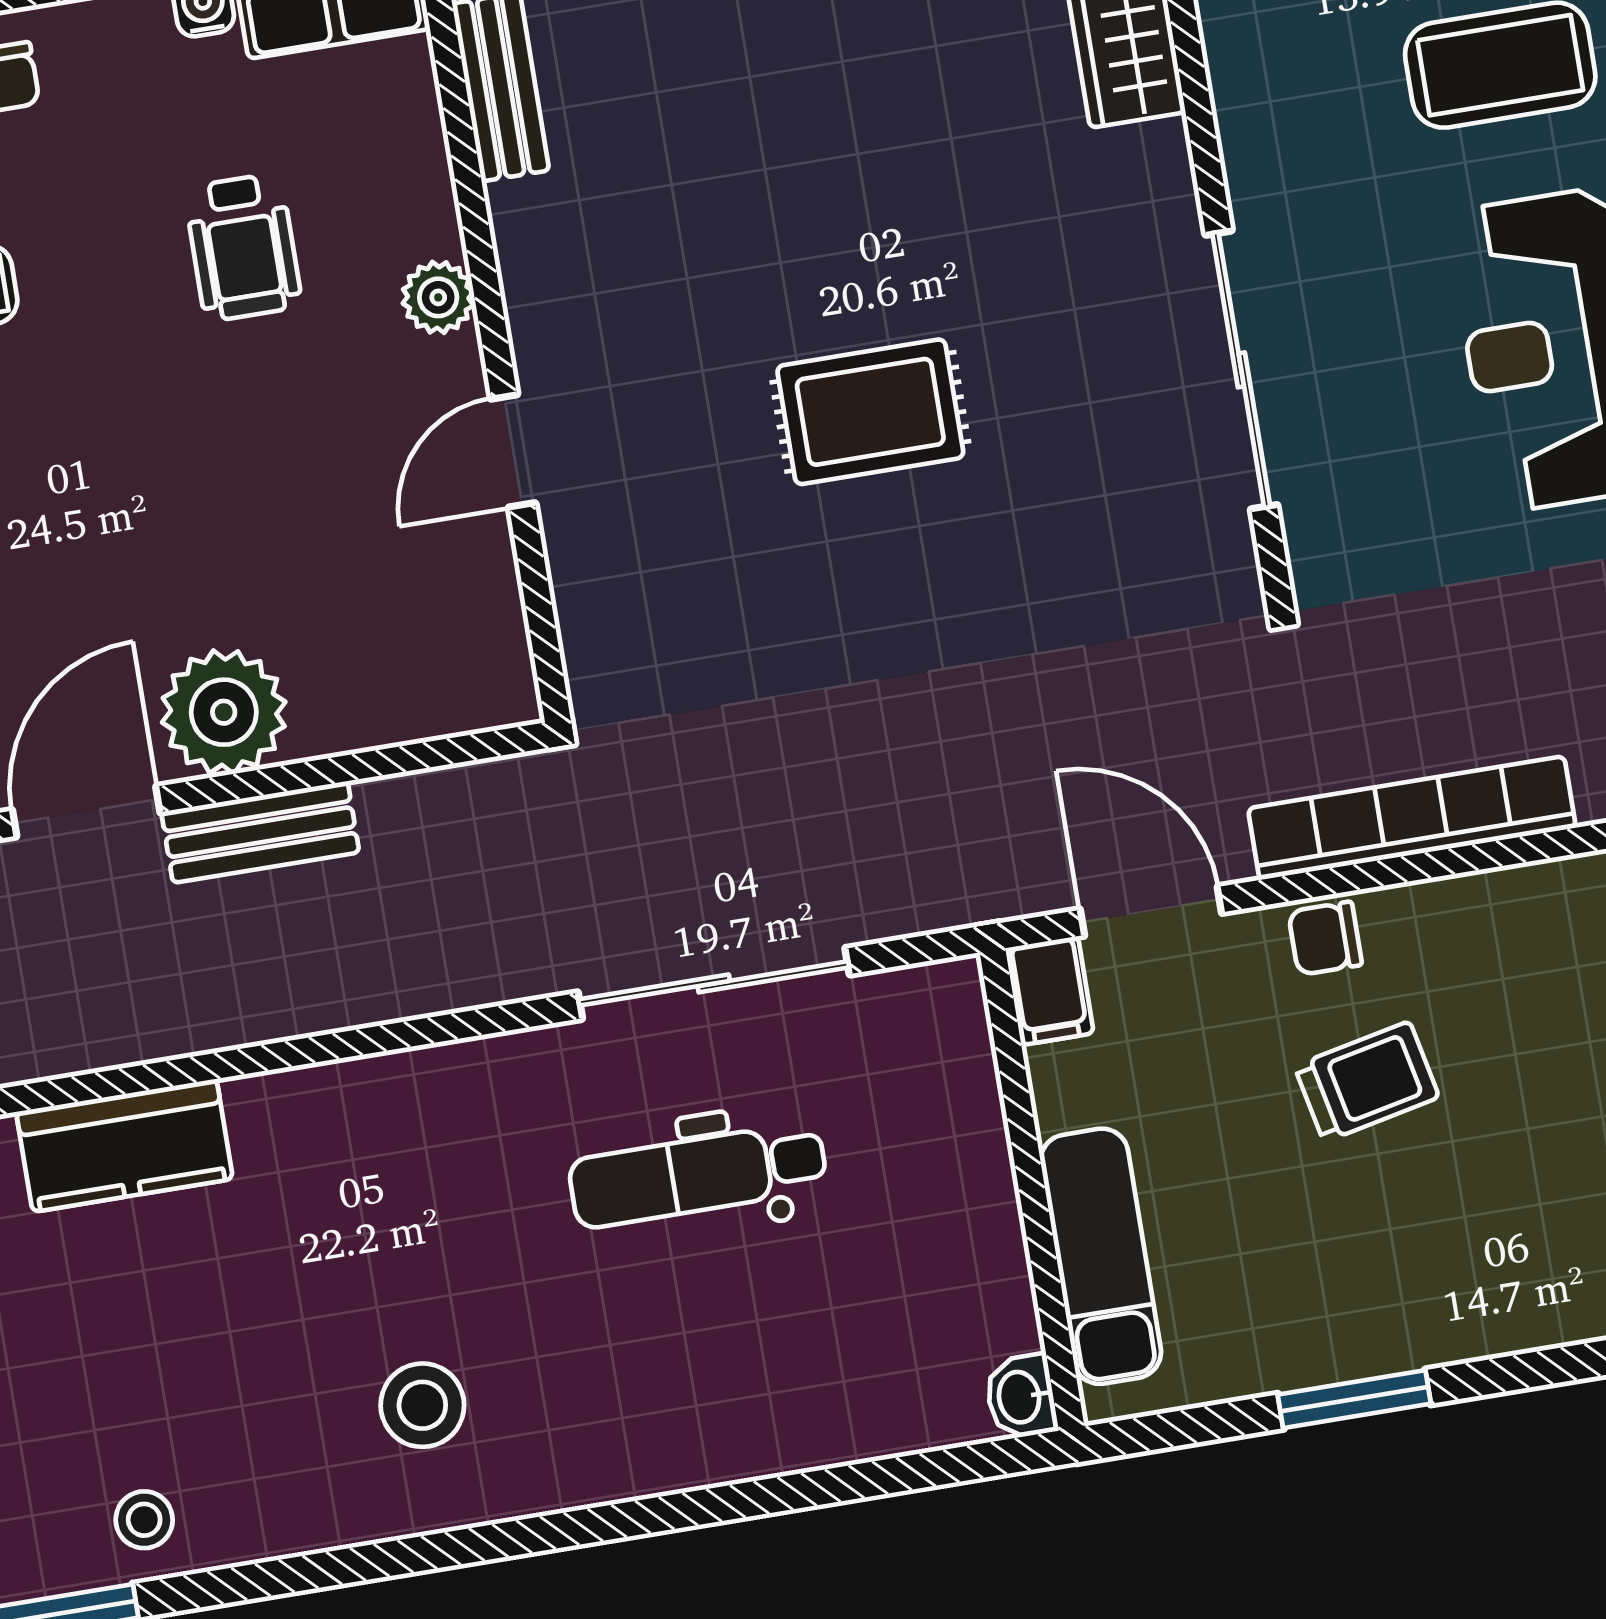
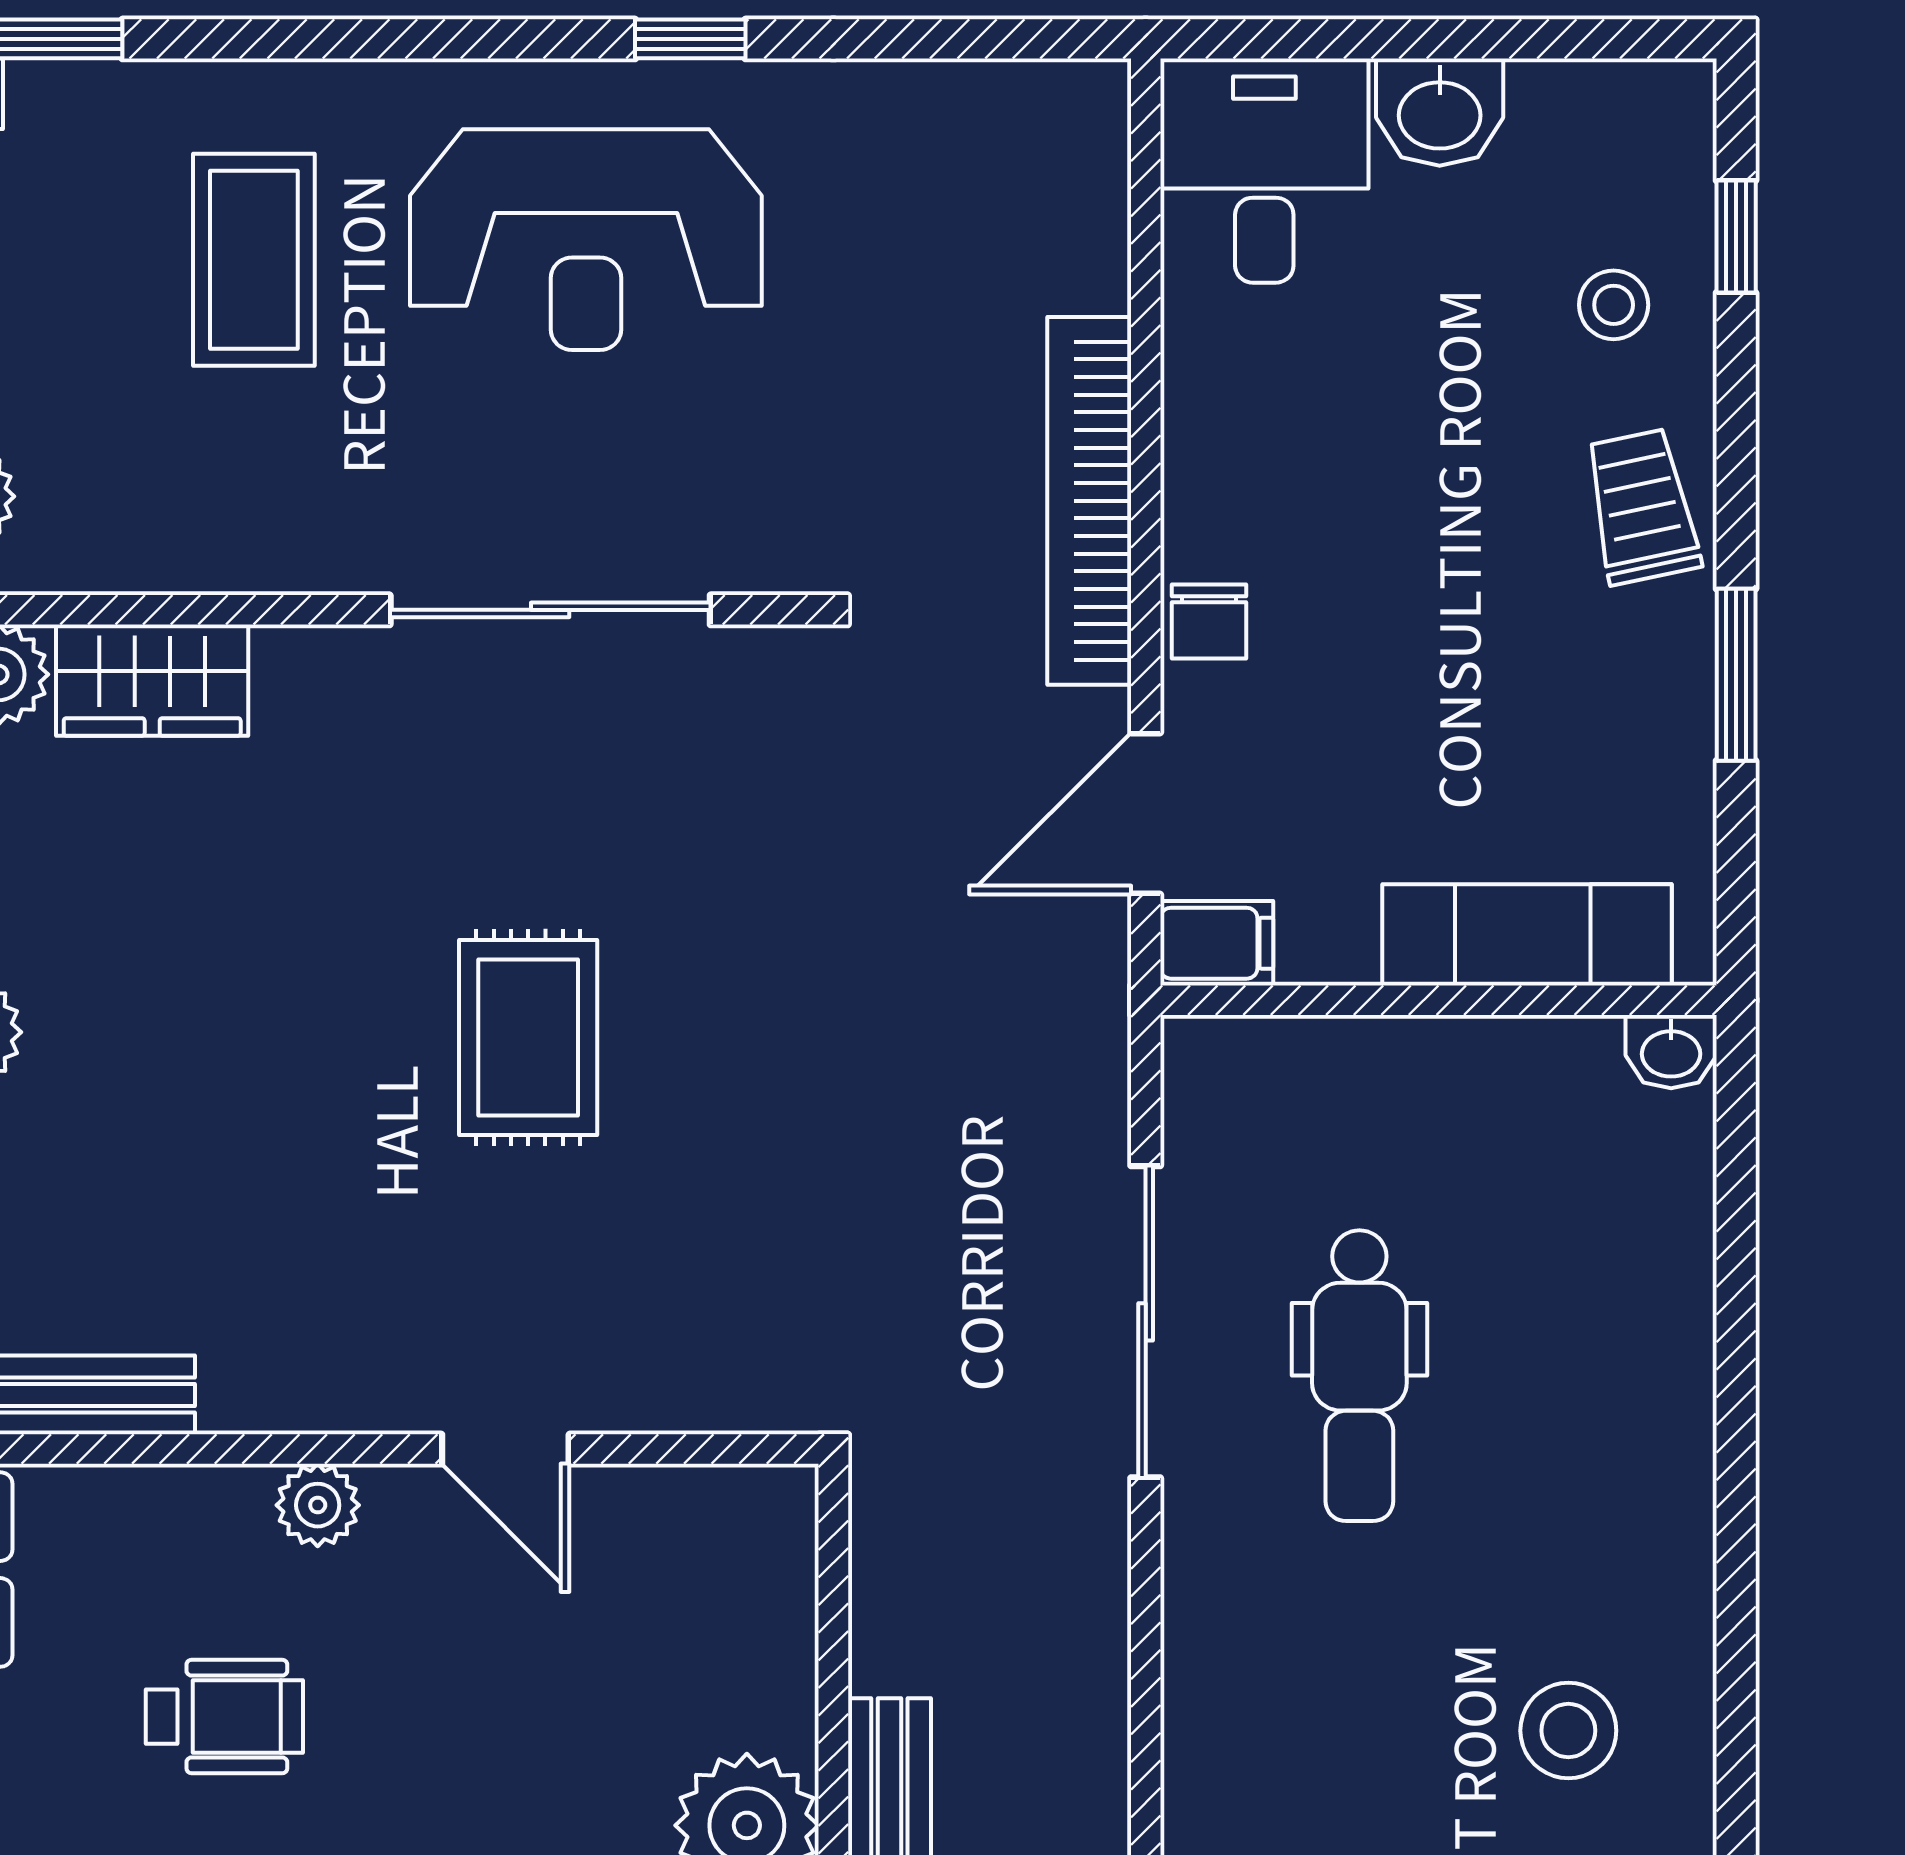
trolley: (1367, 1082) -> (1642, 507), moved

